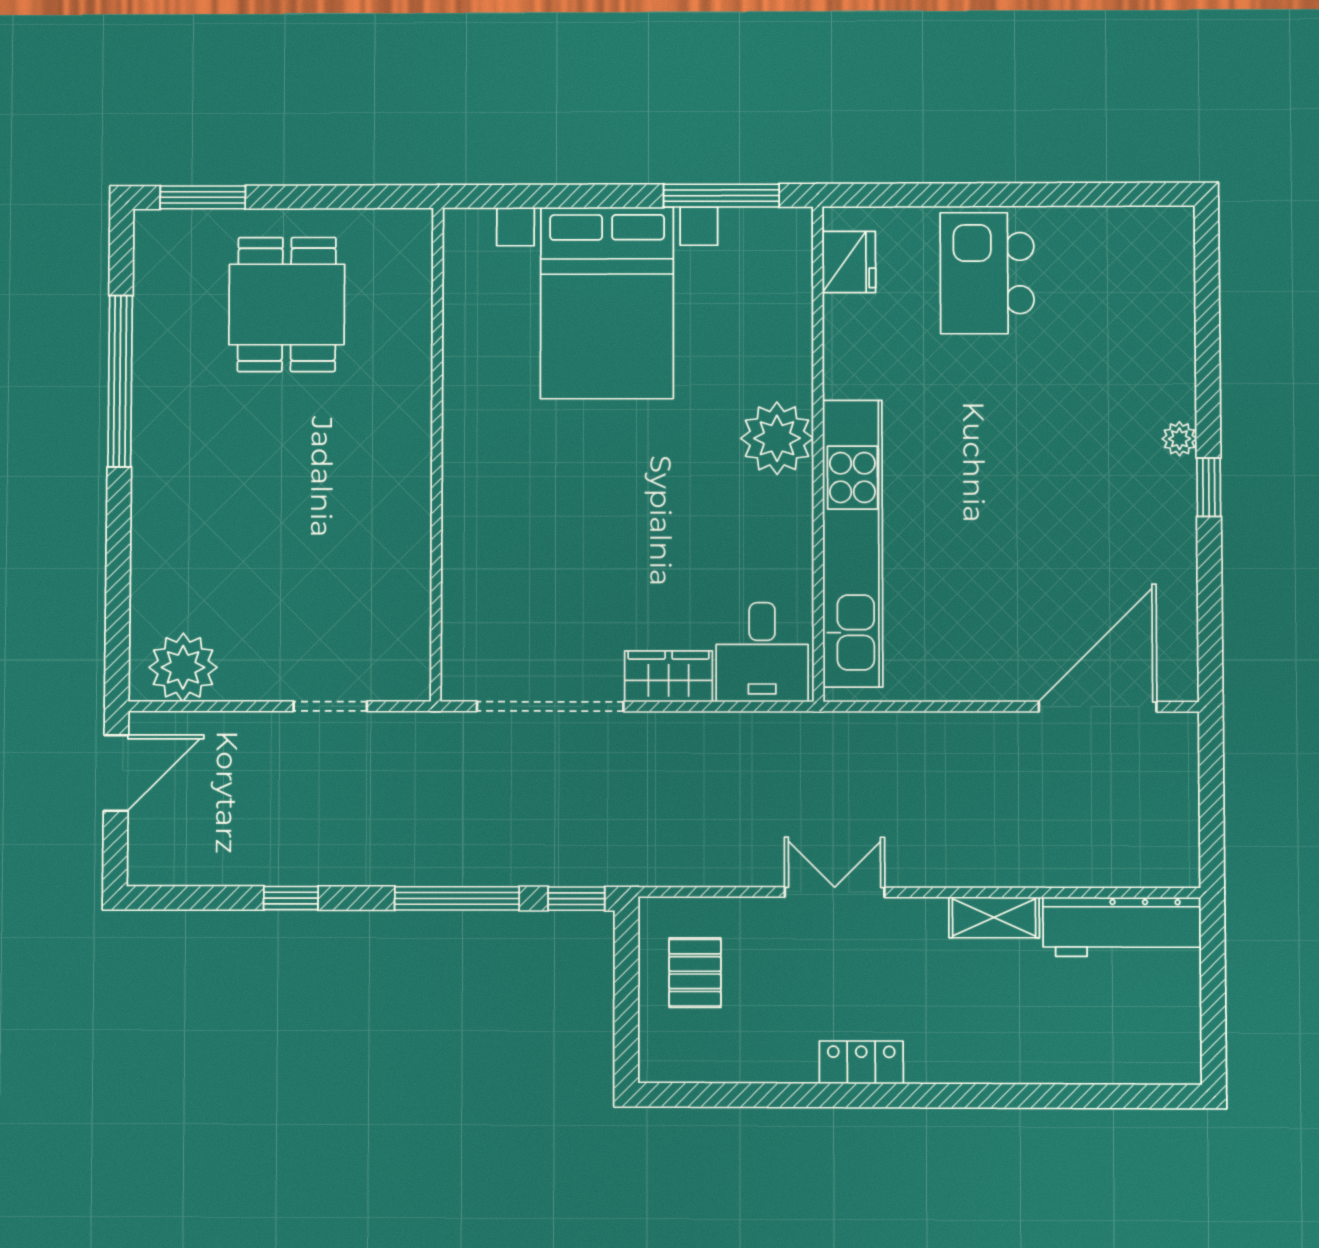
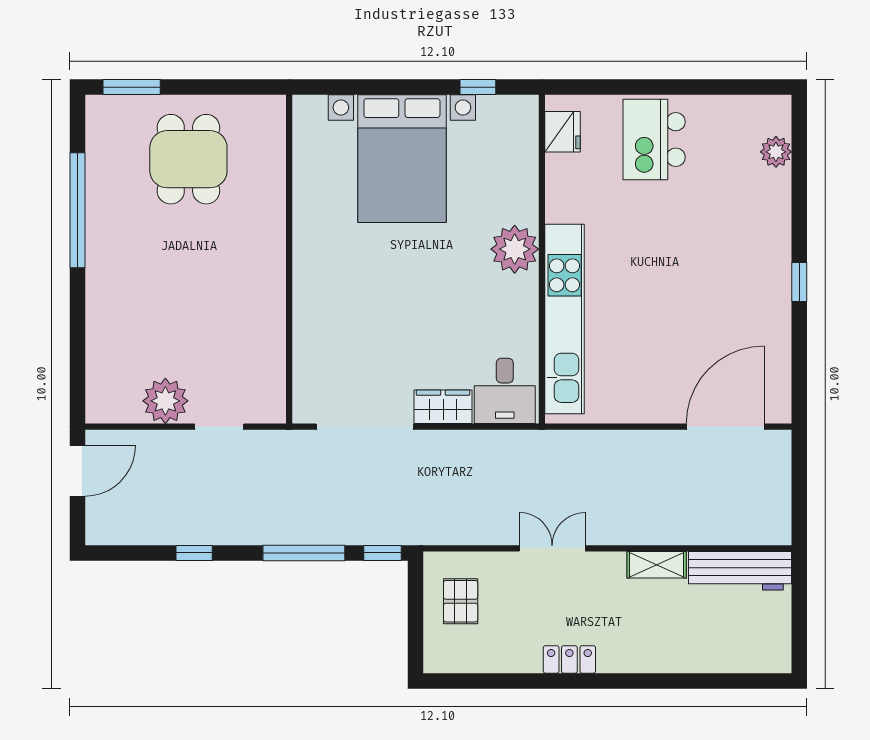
window: (721, 196) -> (478, 87), width x0.46
plant: (1179, 439) -> (776, 152), moved, width x1.38, depth x1.38
plant: (183, 667) -> (165, 401), moved

